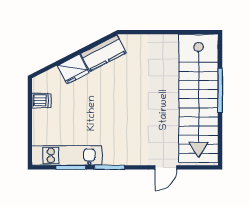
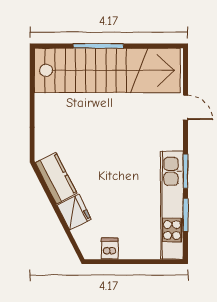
kitchen unit: (67, 155) -> (172, 205), width x1.36

